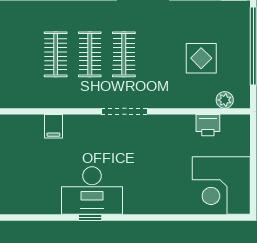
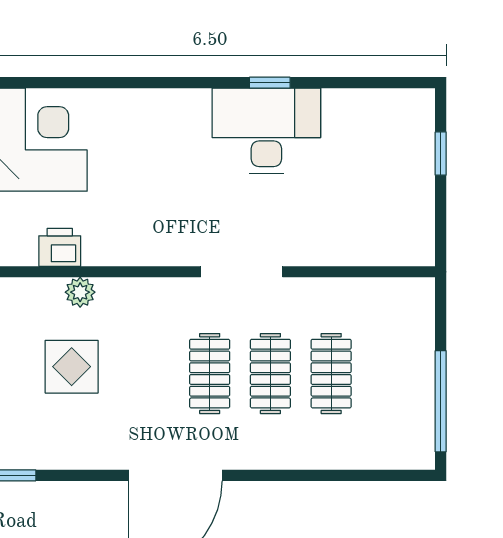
plant: (225, 100) -> (80, 292), moved
doorway: (124, 111) -> (242, 272), moved
filing cabinet: (53, 126) -> (335, 245), removed

